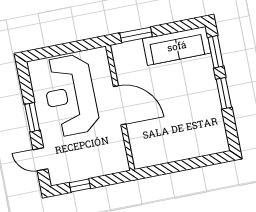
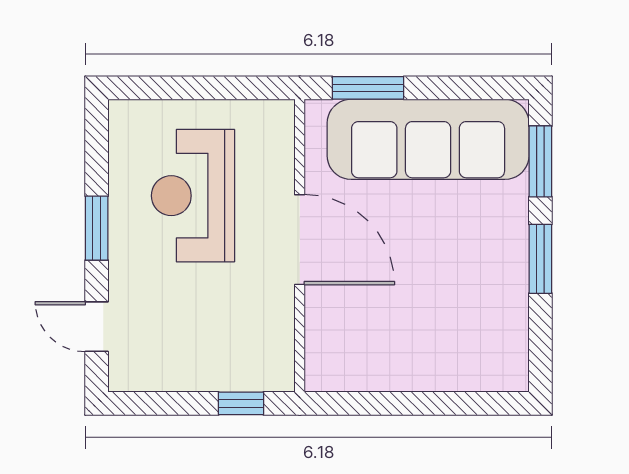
sofa: (177, 46) -> (428, 139), width x1.36, depth x1.27
reception desk: (70, 95) -> (193, 196), width x0.74, depth x0.77
window: (80, 185) -> (241, 403), moved

